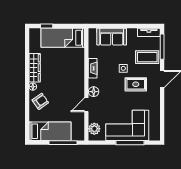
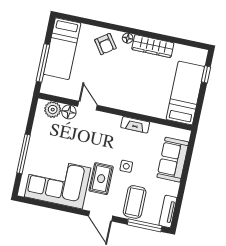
floor lamp: (94, 92) -> (69, 112), moved
corner sofa: (127, 125) -> (58, 182), moved, turned -90

